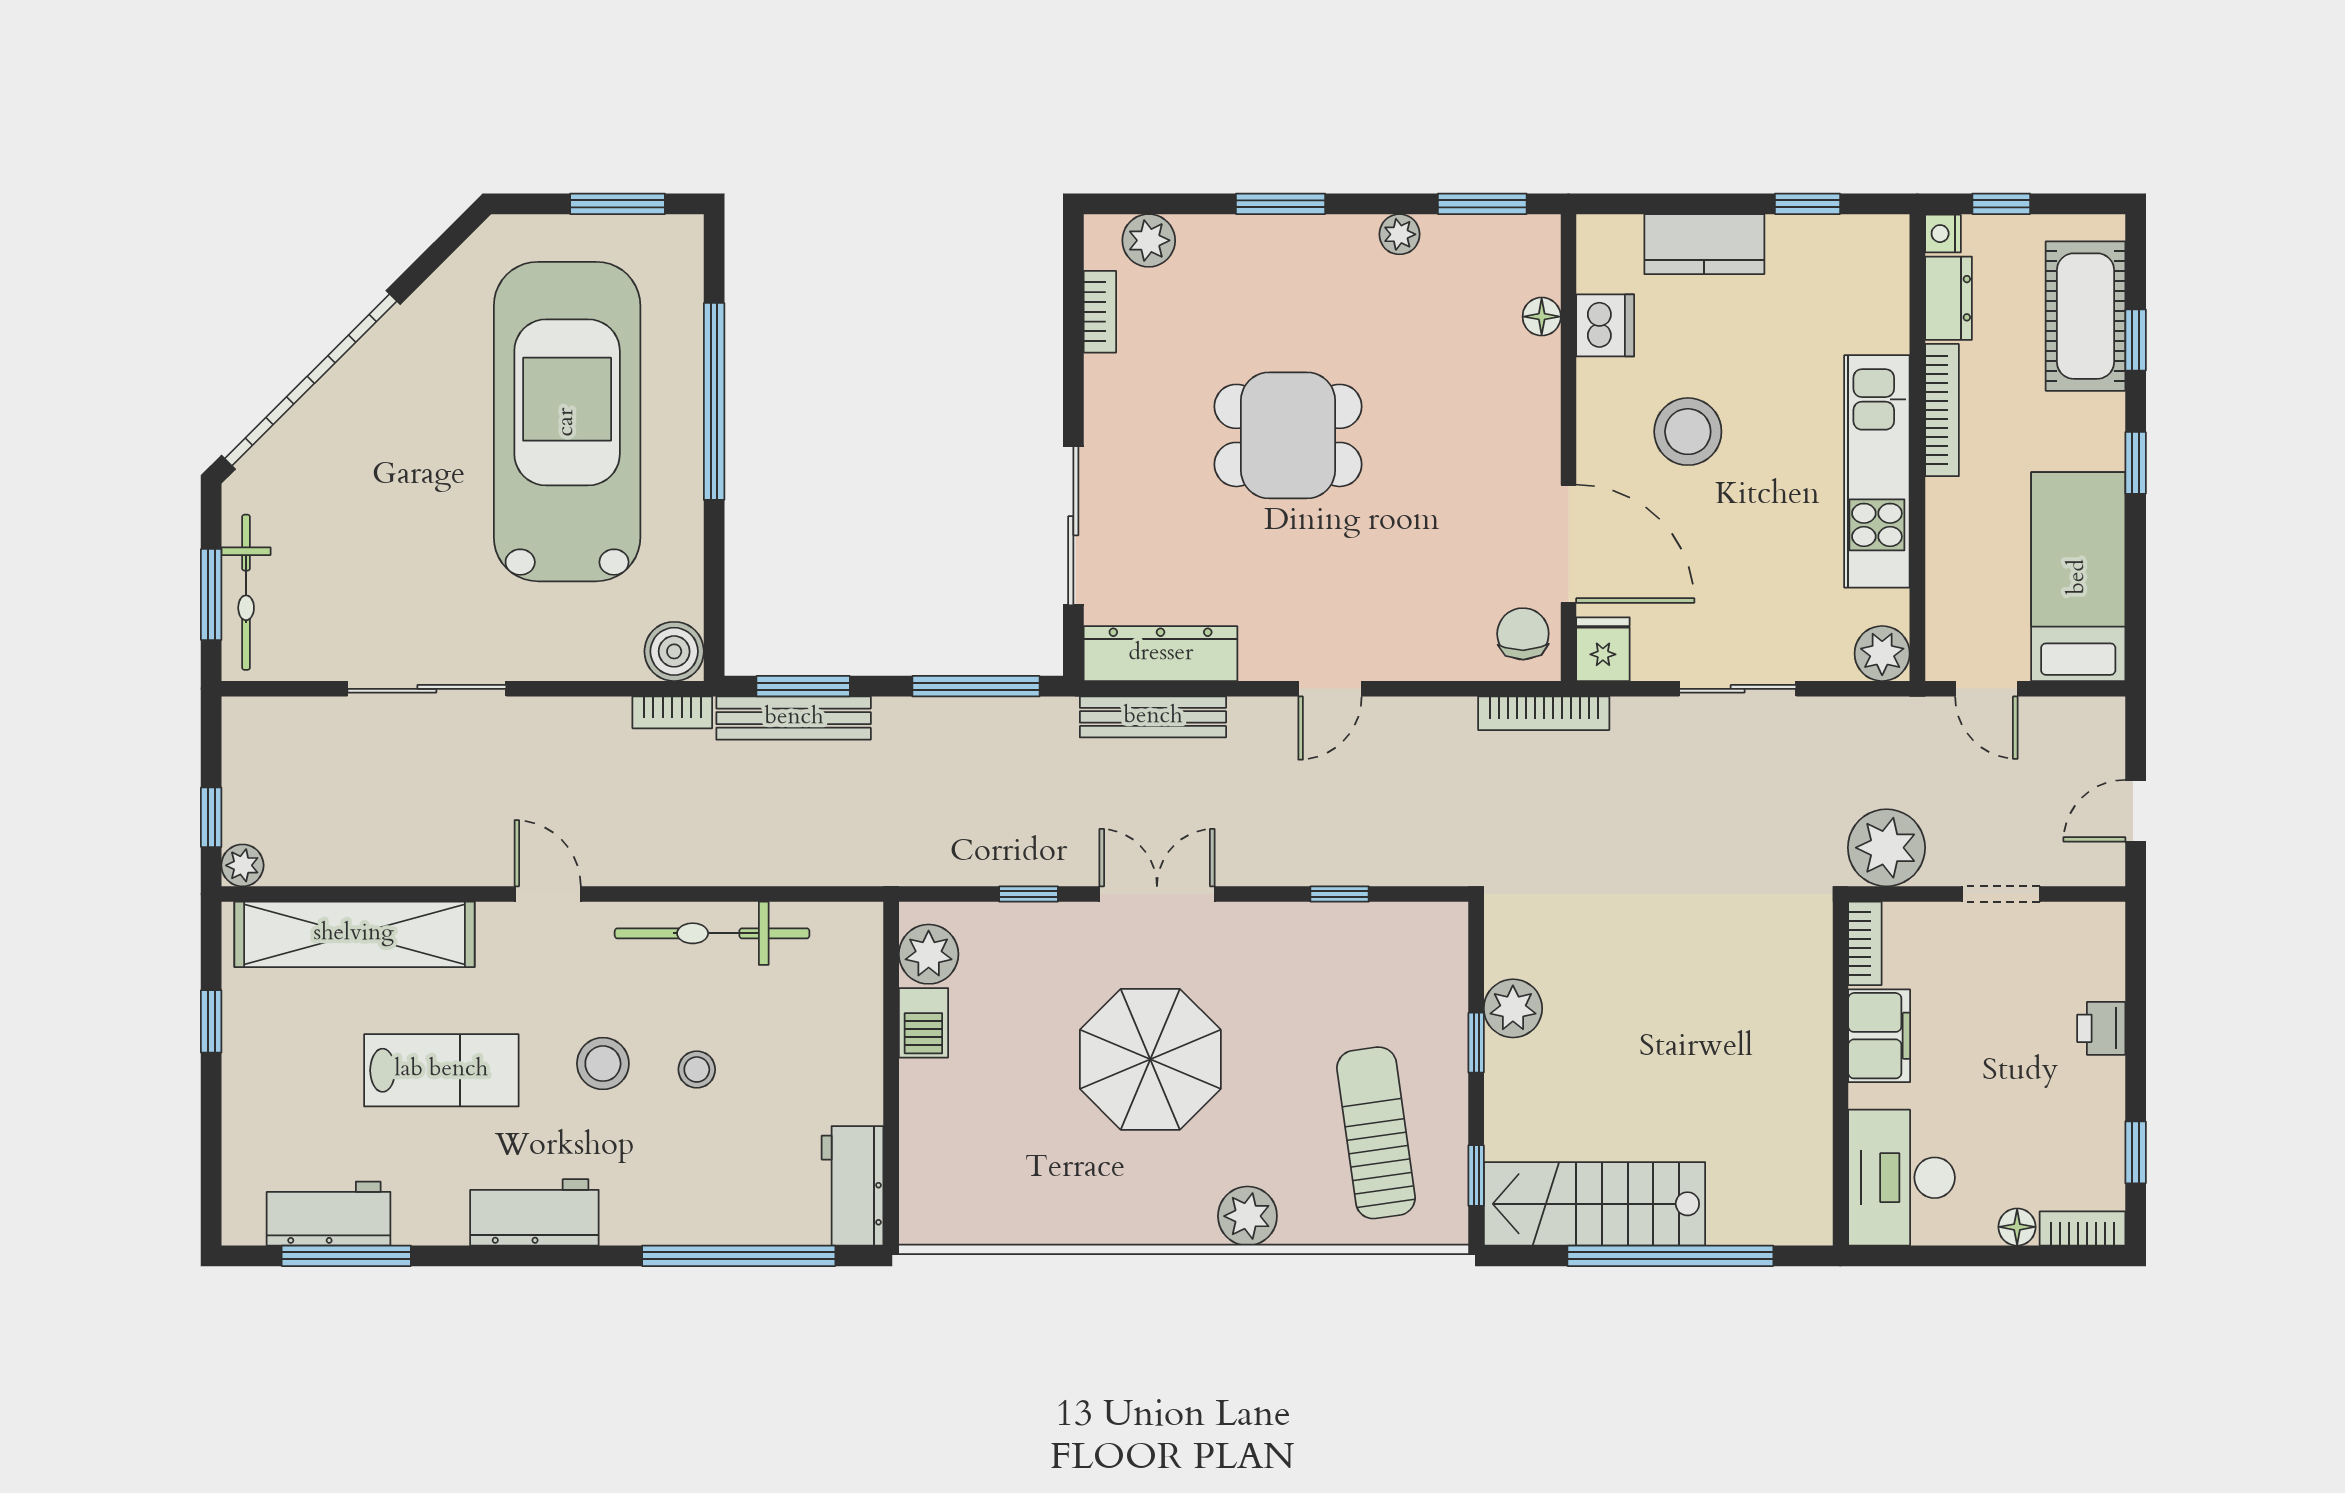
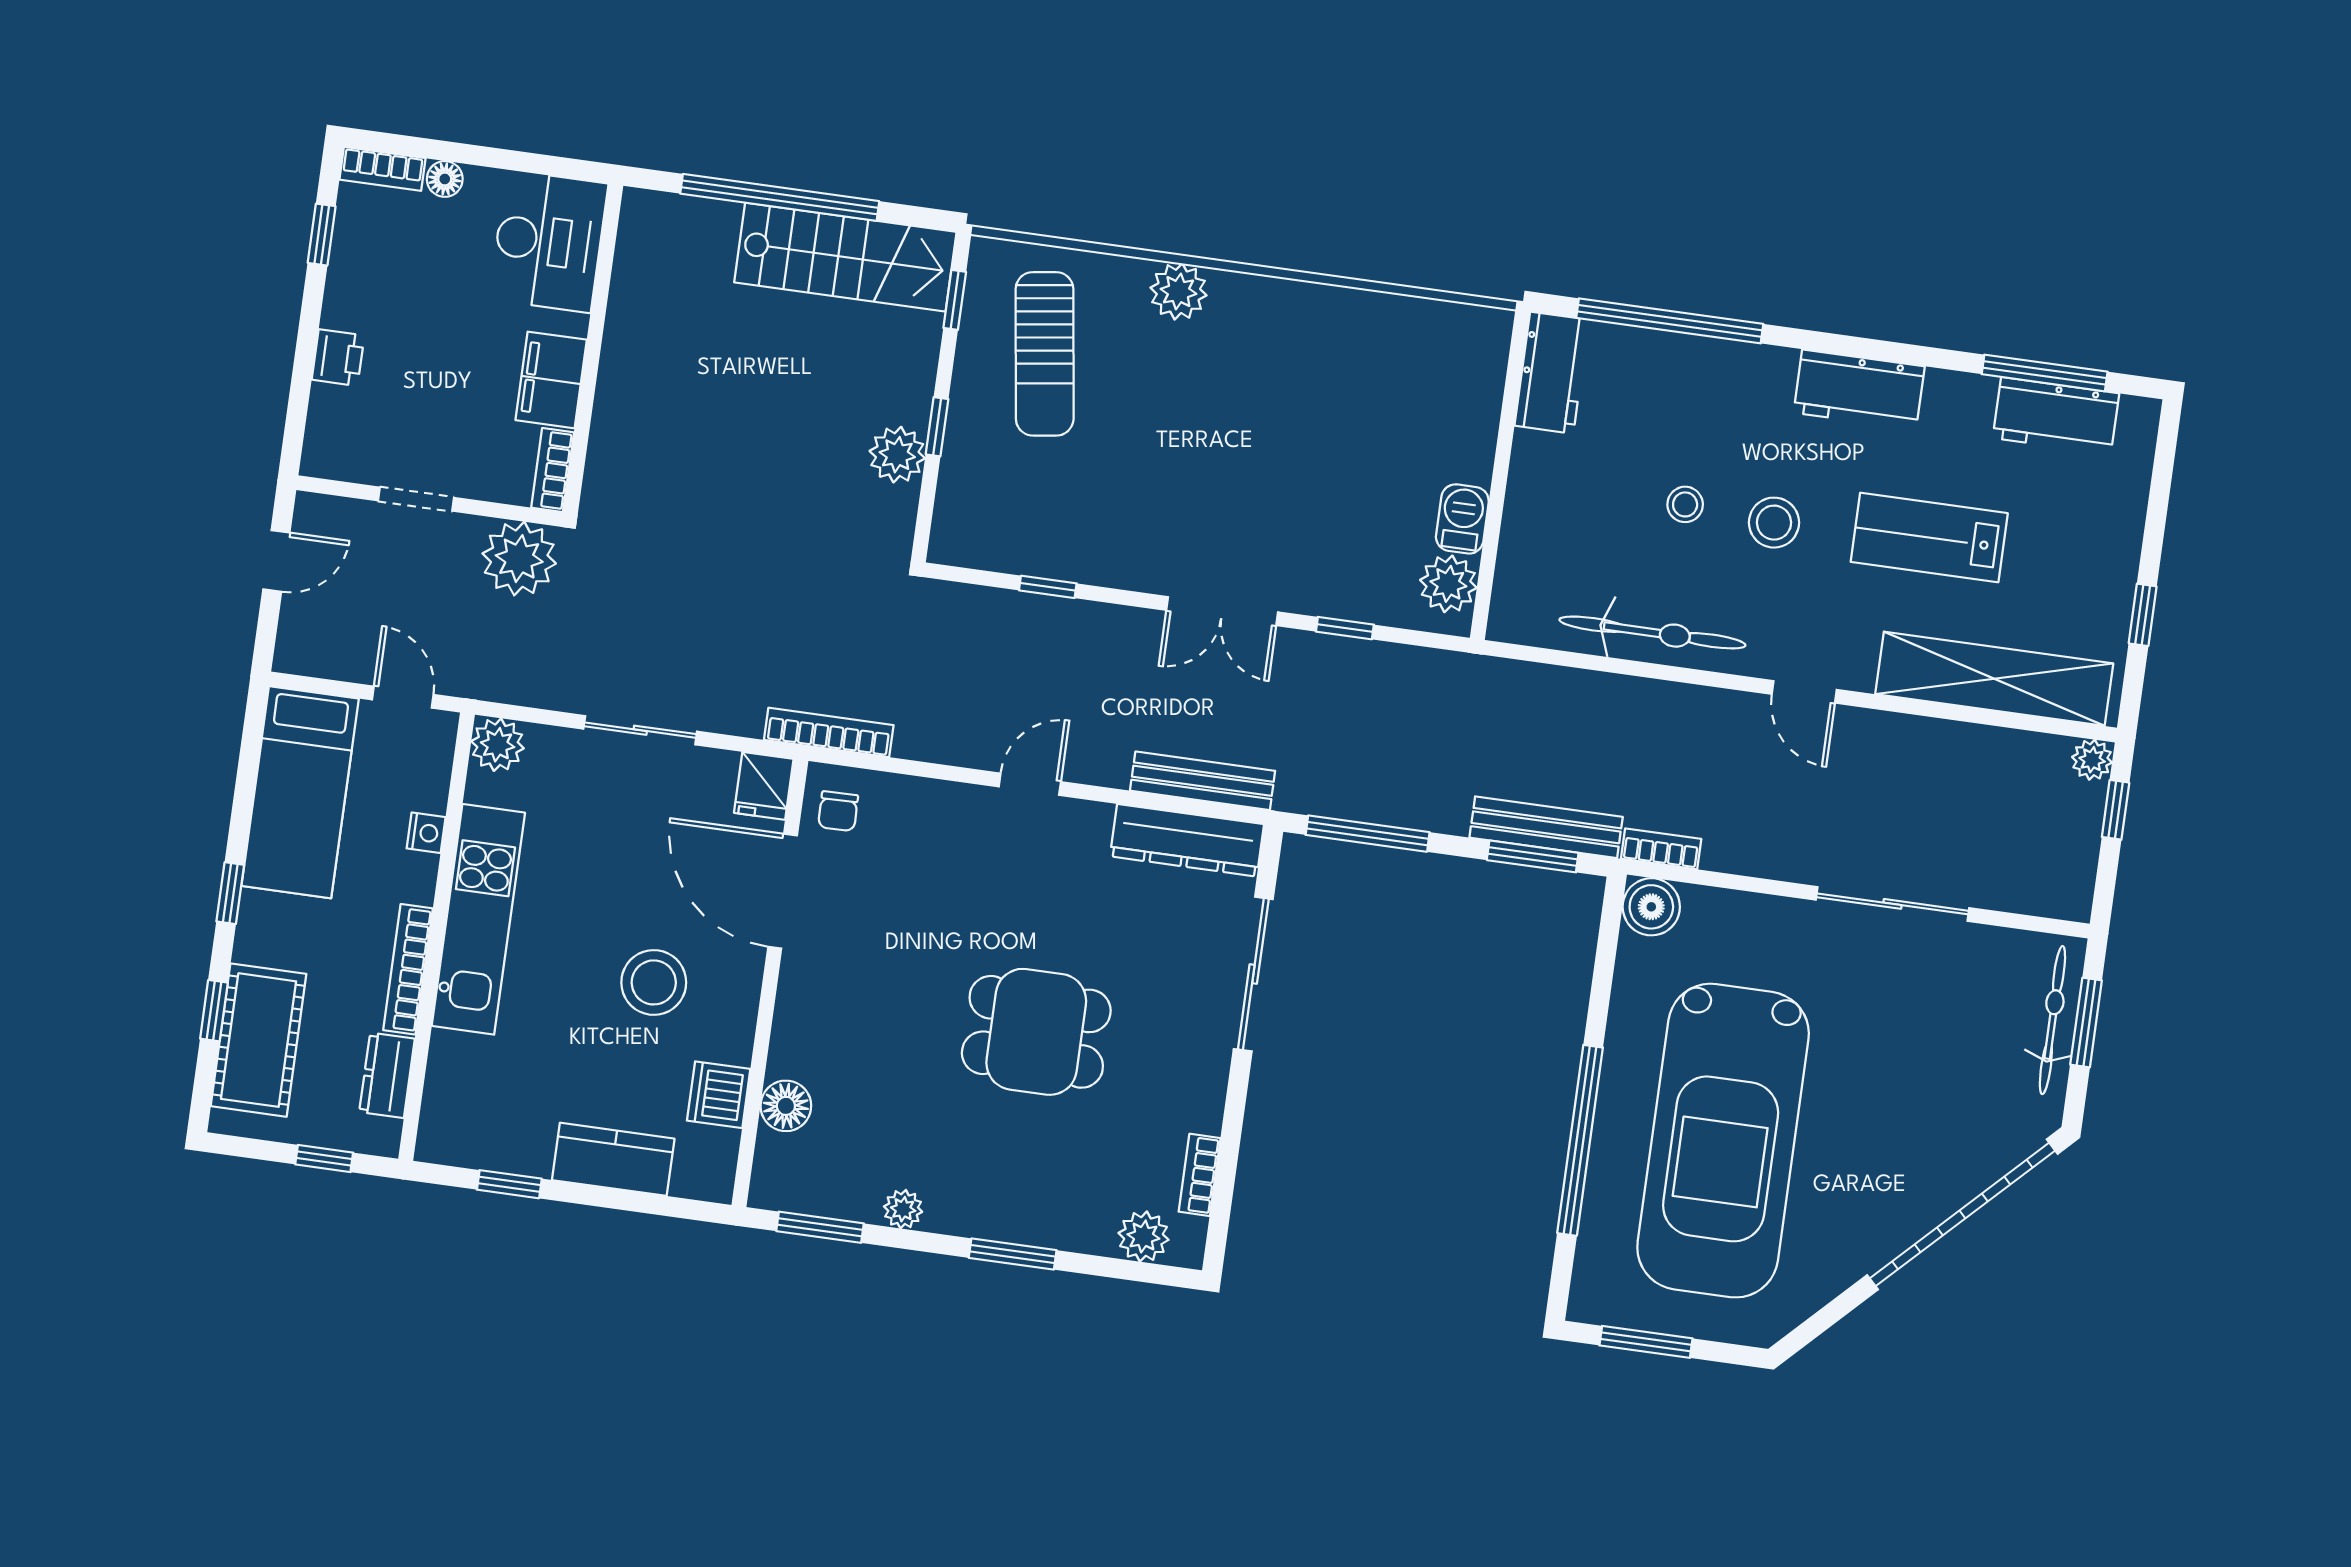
nightstand: (1943, 234) -> (426, 833), moved
floor lamp: (1542, 317) -> (786, 1106), width x1.37, depth x1.37
chair: (1523, 634) -> (838, 811), width x0.73, depth x0.73
parasol: (1150, 1059) -> (1250, 454), removed

